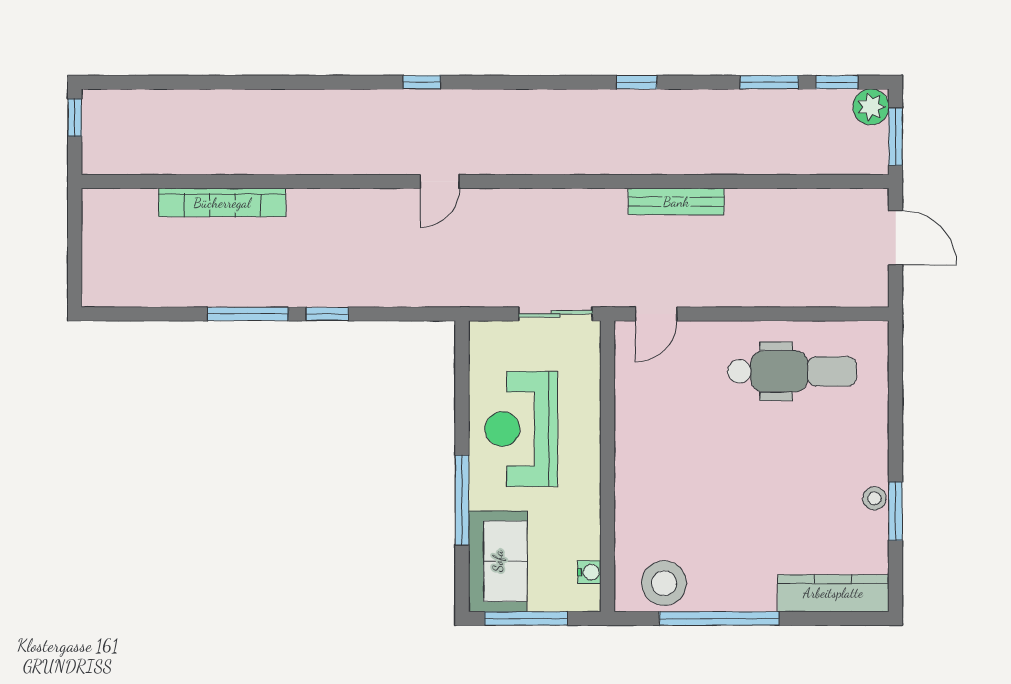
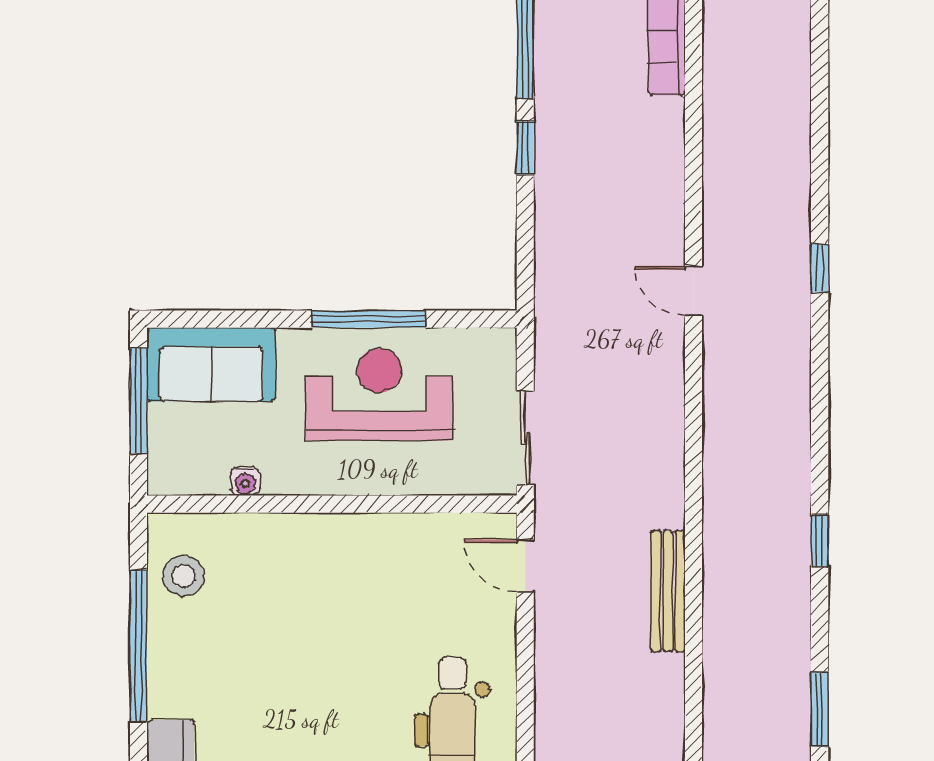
window: (462, 500) -> (369, 319), moved
water cooler: (589, 572) -> (245, 481), moved
stool: (664, 583) -> (183, 576), width x0.73, depth x0.73

